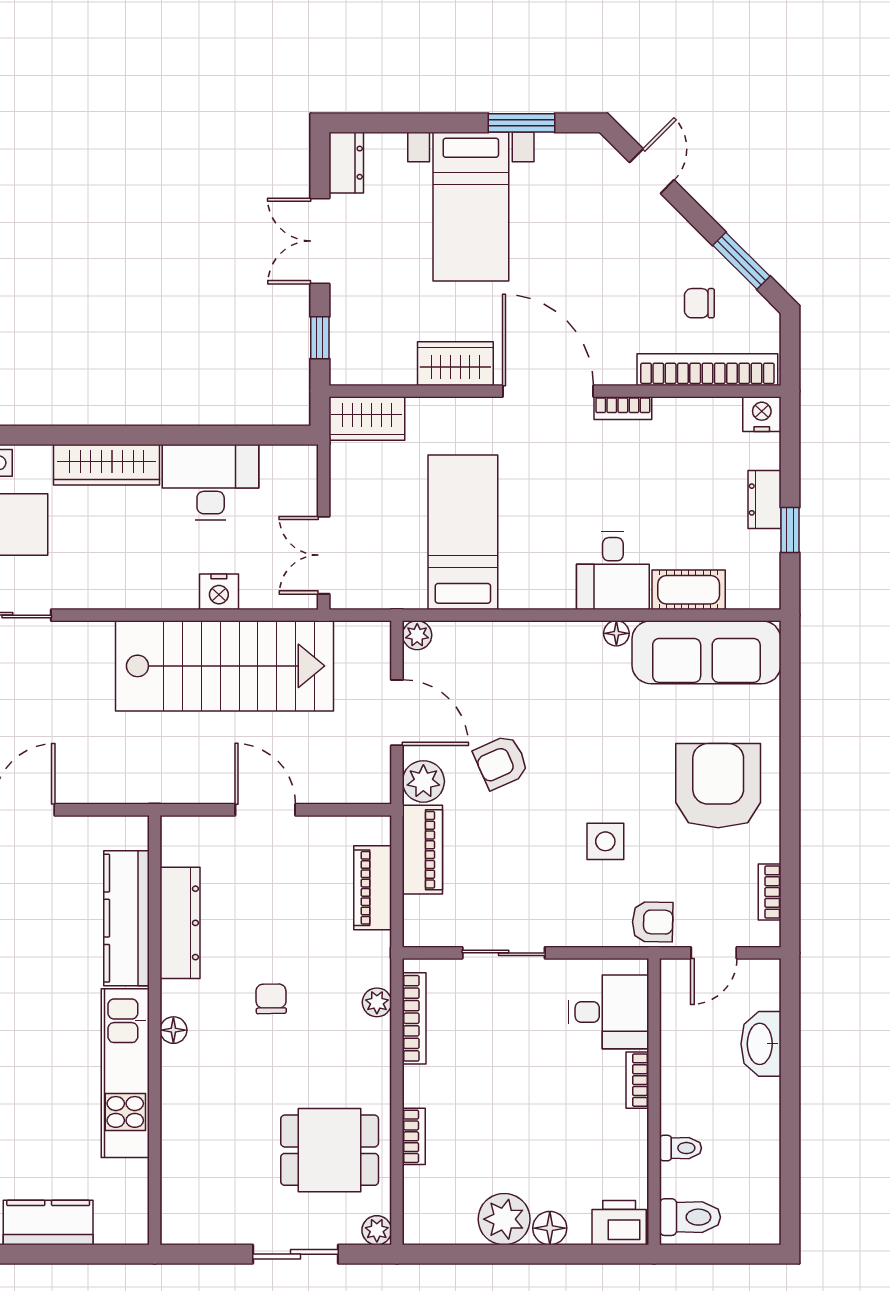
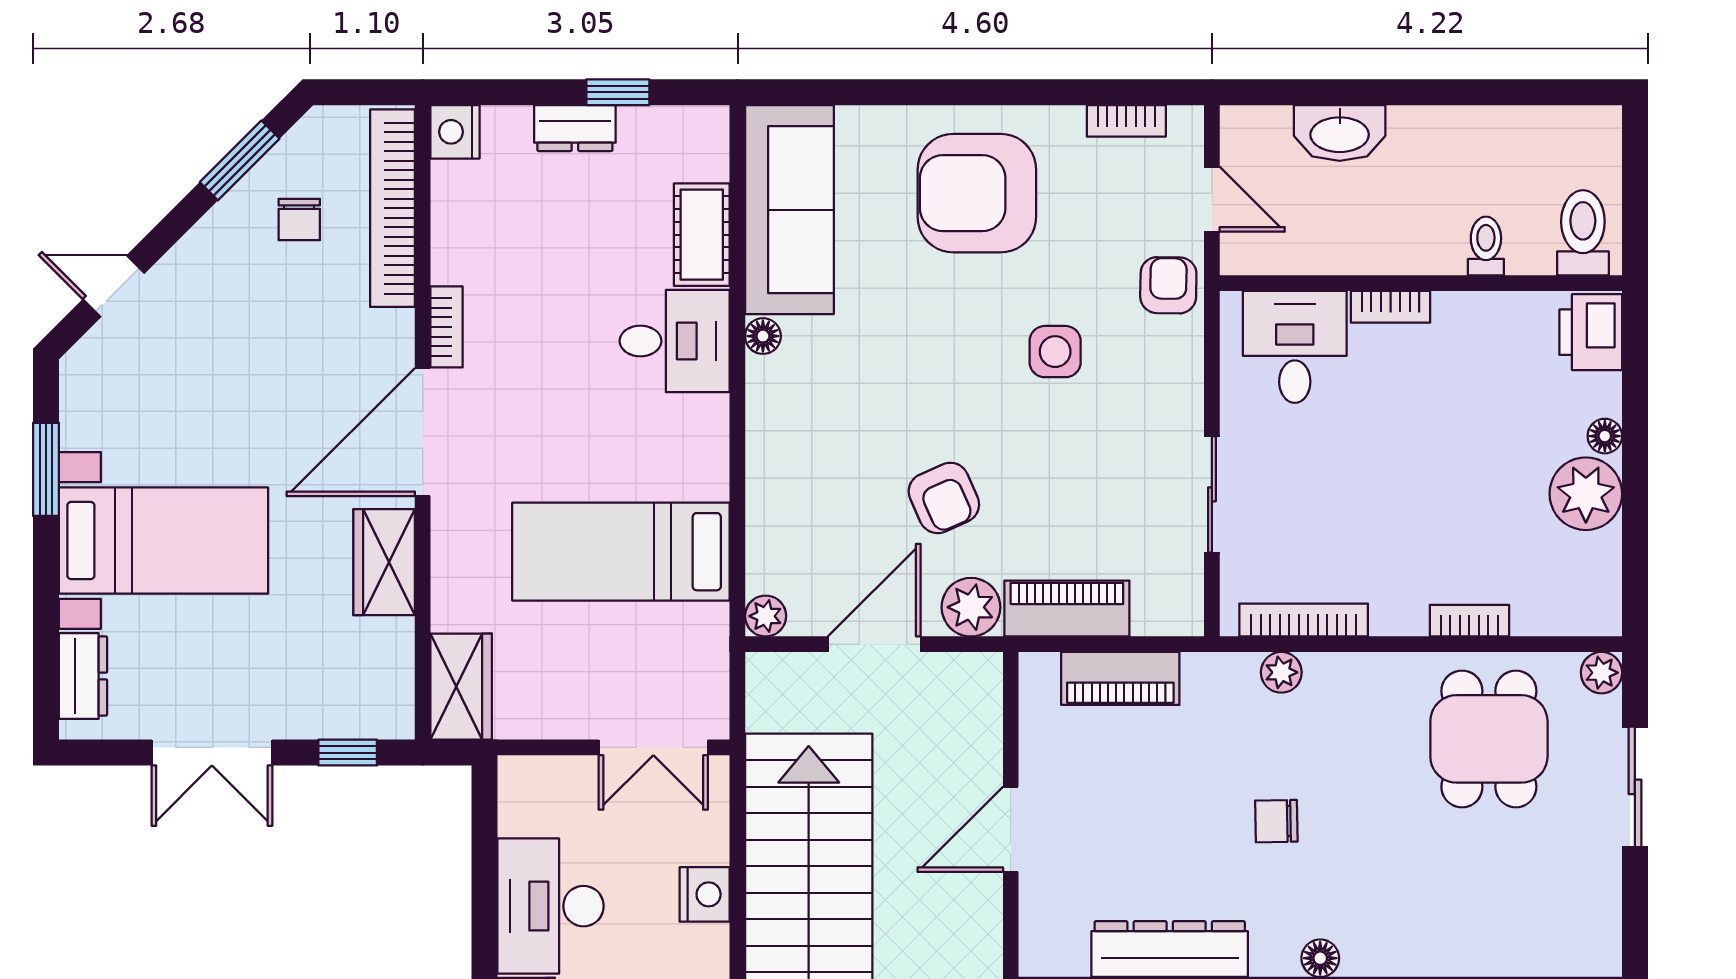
dresser: (346, 163) -> (83, 676), moved, turned 90
floor lamp: (550, 1228) -> (1605, 436), width x0.73, depth x0.73

